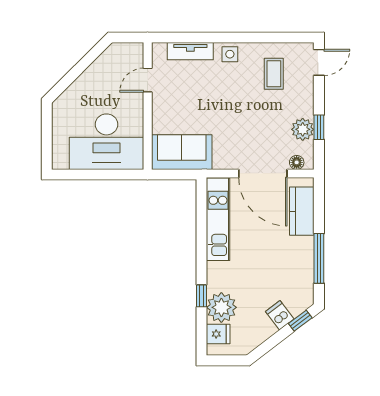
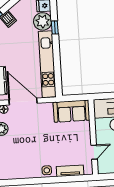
coffee table: (274, 74) -> (20, 160), removed
kitchen unit: (218, 219) -> (47, 64), width x1.36

